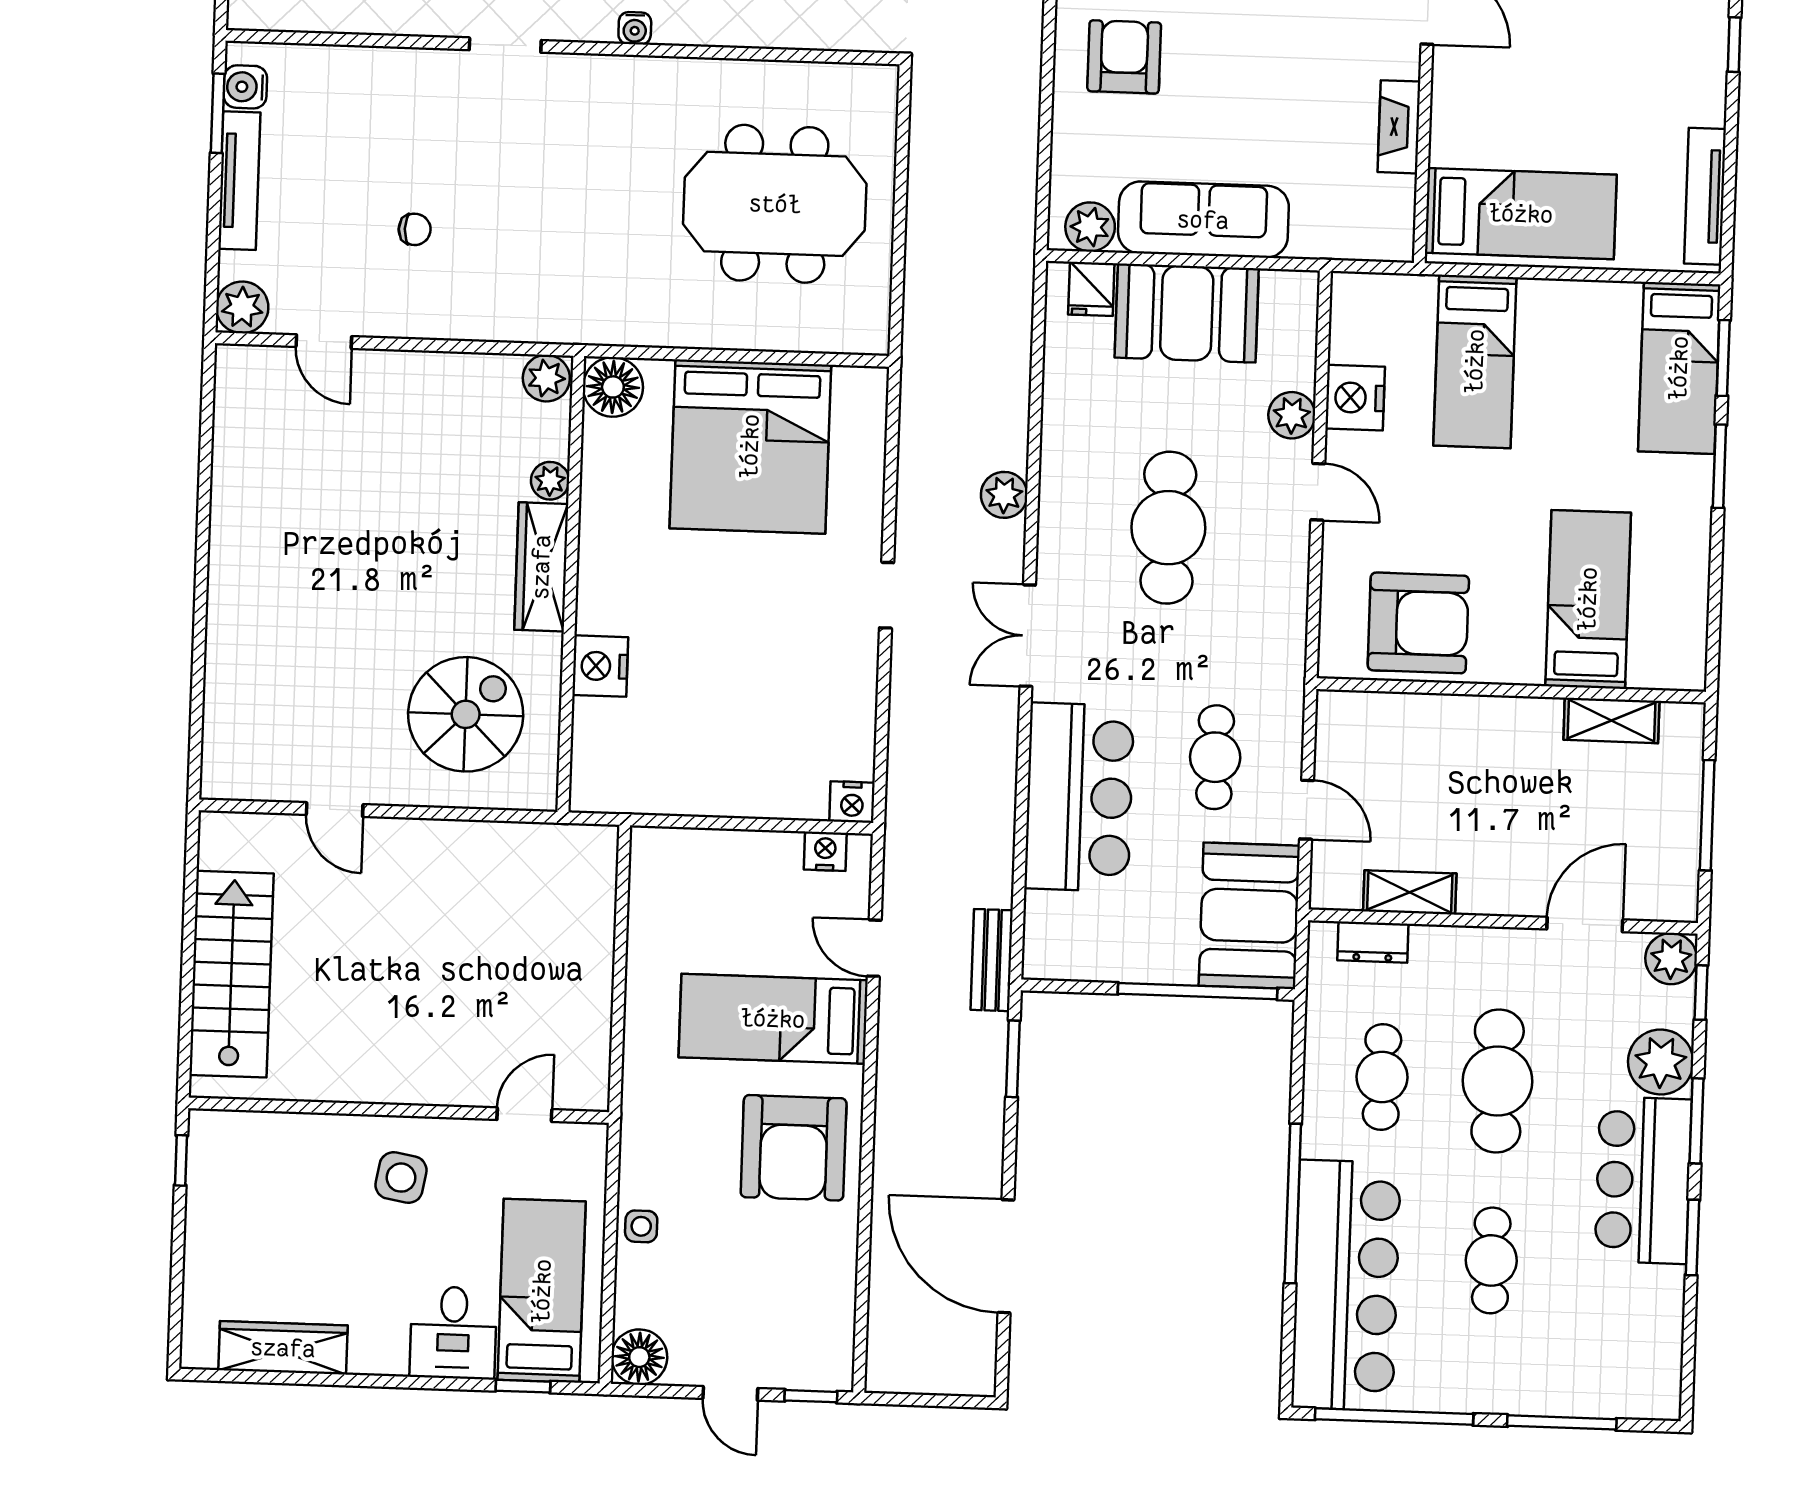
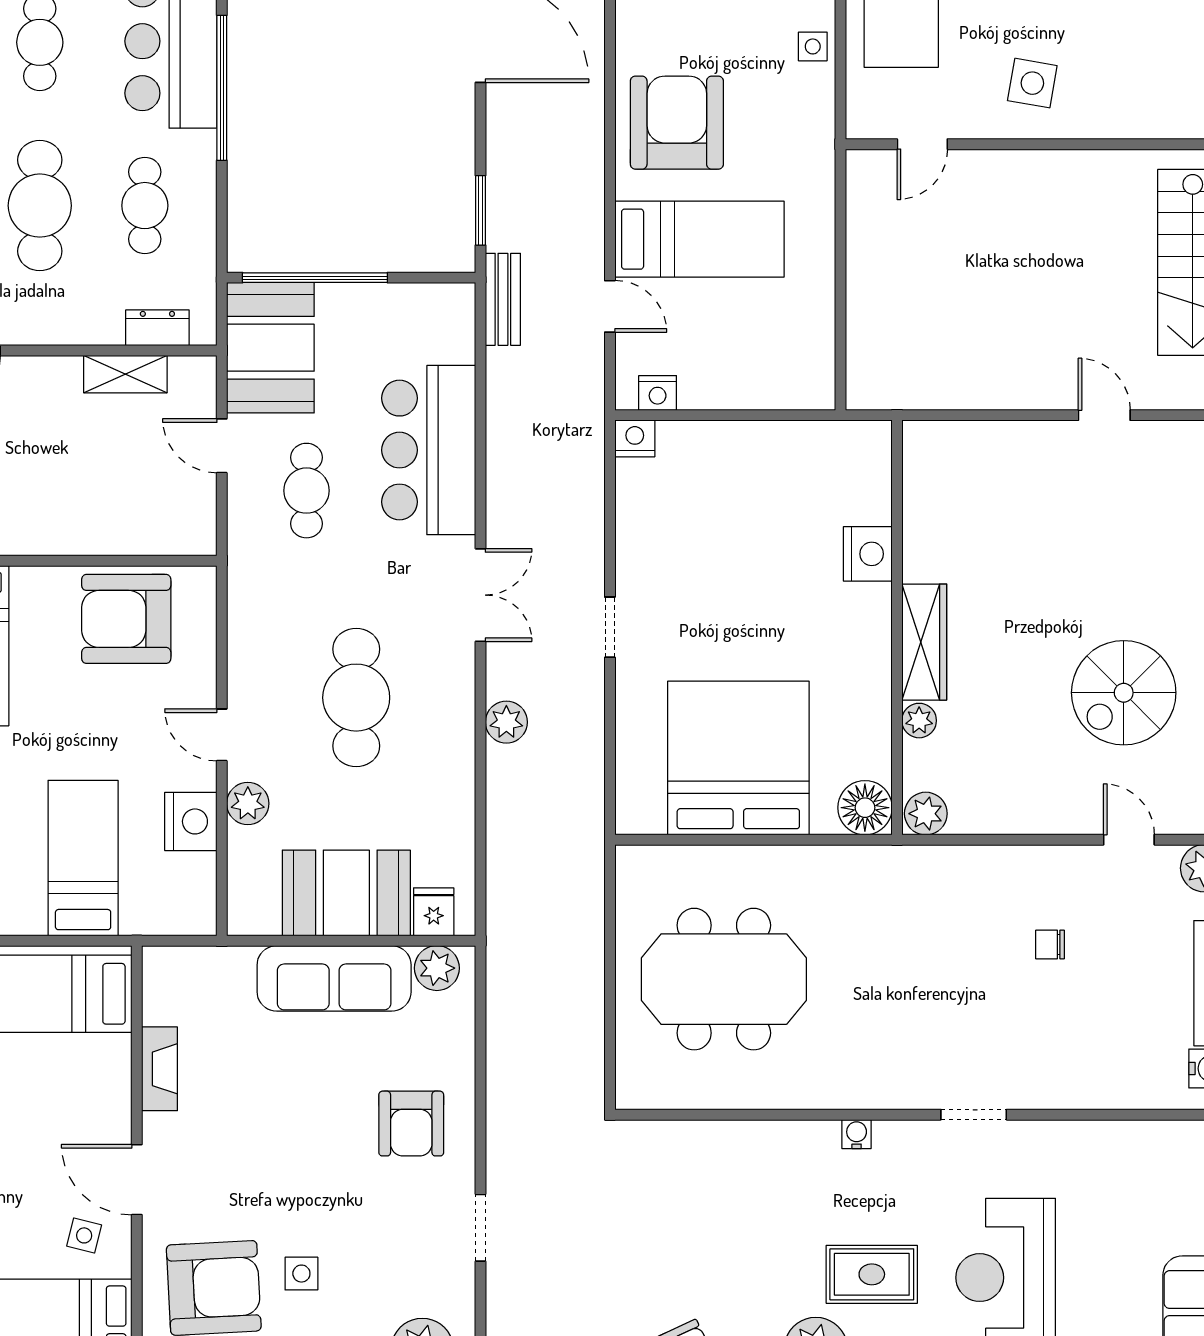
spiral stairs: (466, 714) -> (1124, 693), moved

